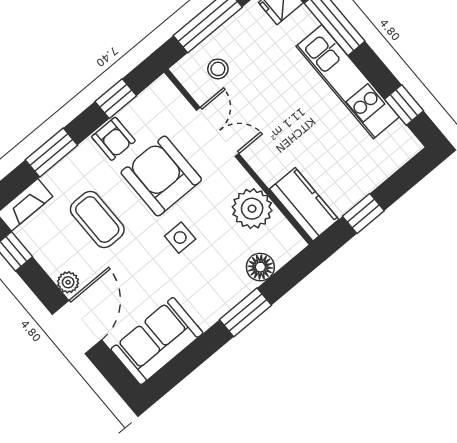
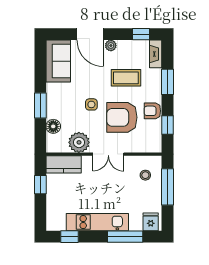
double door: (218, 132) -> (108, 154), moved
armchair: (161, 176) -> (122, 117), turned 180

